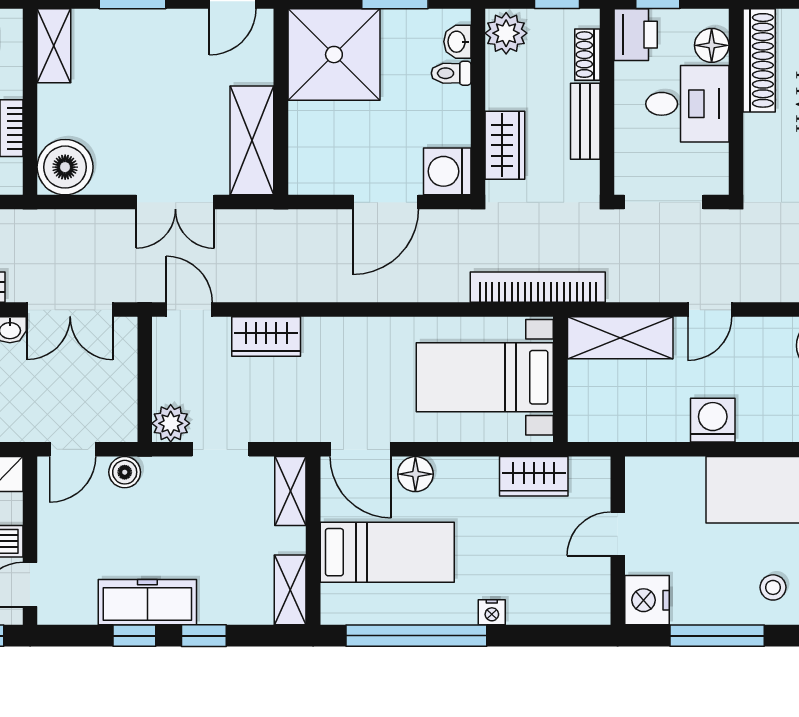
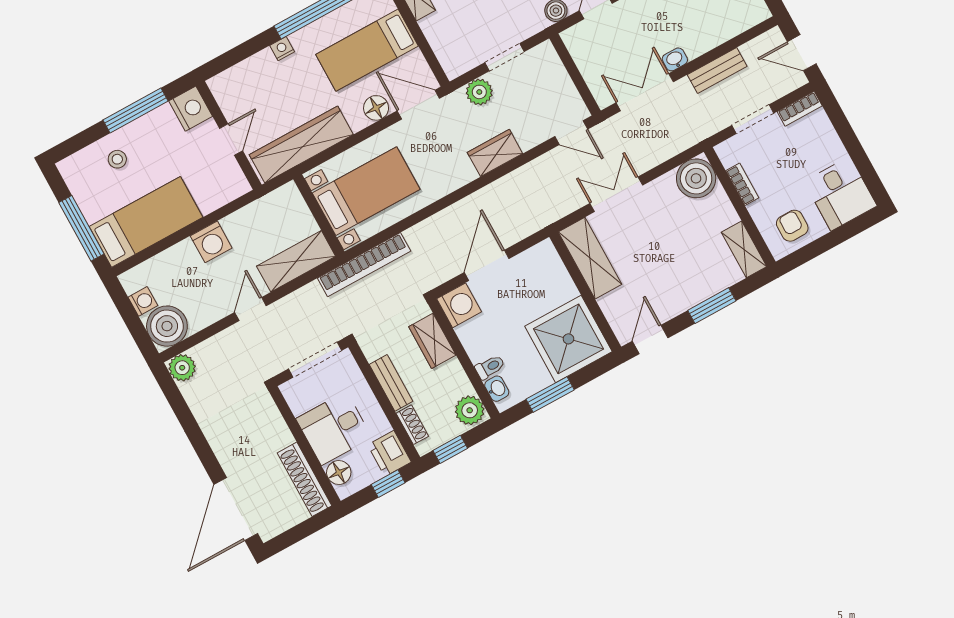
wardrobe: (266, 337) -> (495, 153), moved
plant: (171, 423) -> (479, 92), moved
wardrobe: (534, 476) -> (301, 145), width x2.10, depth x1.17
shelving: (290, 491) -> (447, 55), removed

